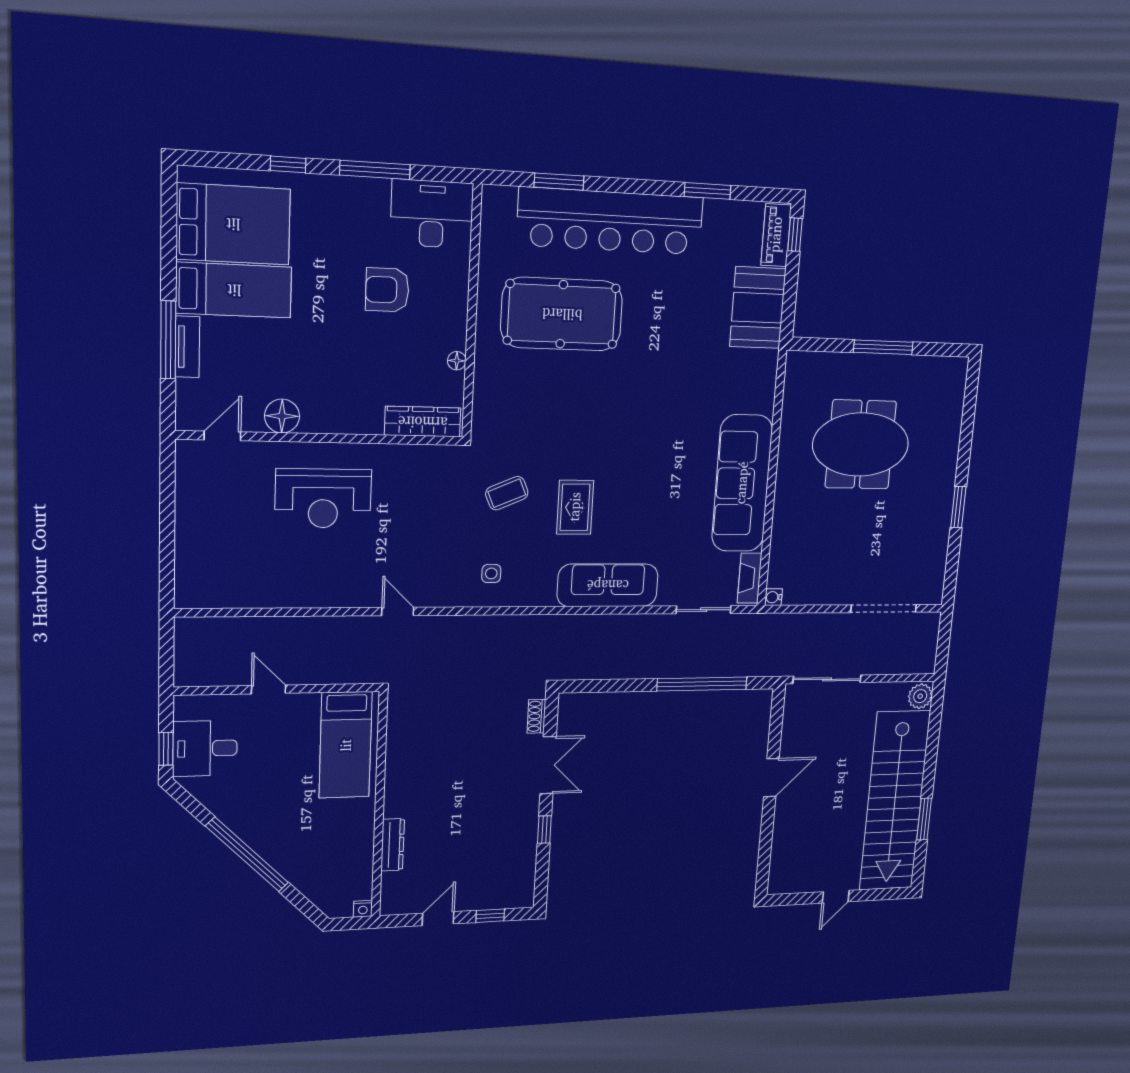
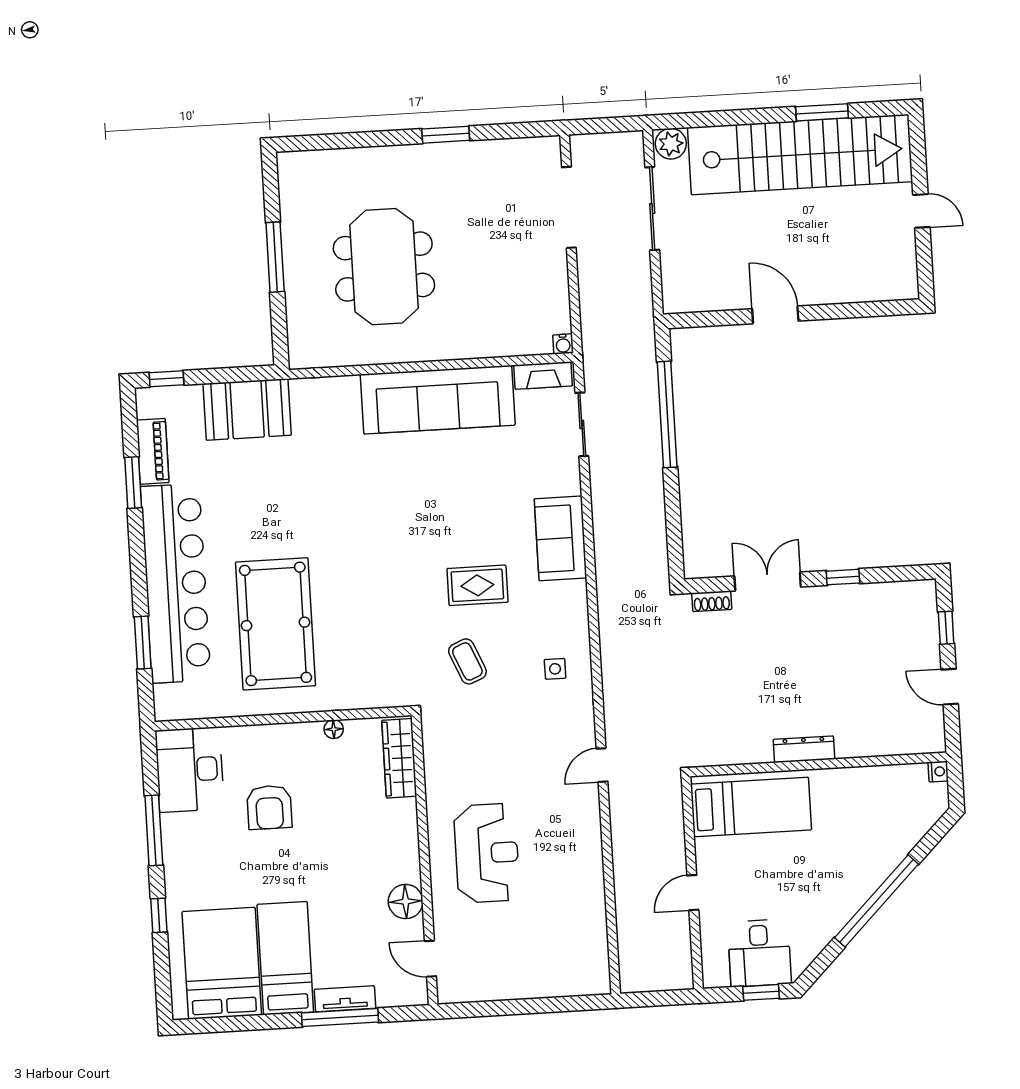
piano: (776, 235) -> (153, 451), moved, turned -90
sofa: (608, 585) -> (560, 538), width x0.73
sliding door: (827, 679) -> (652, 209), moved
dresser: (393, 845) -> (804, 749), moved

